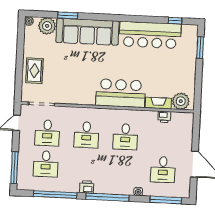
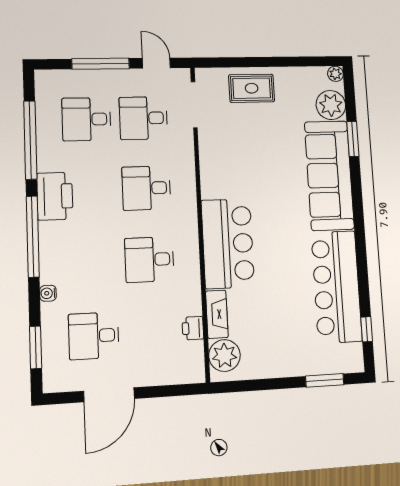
window: (14, 168) -> (101, 64), moved
printer: (87, 187) -> (55, 196), width x1.87, depth x1.48
window: (166, 200) -> (36, 347), width x0.69

